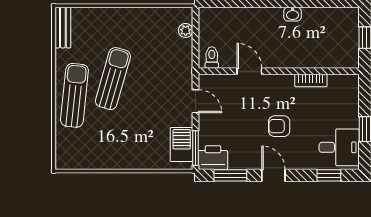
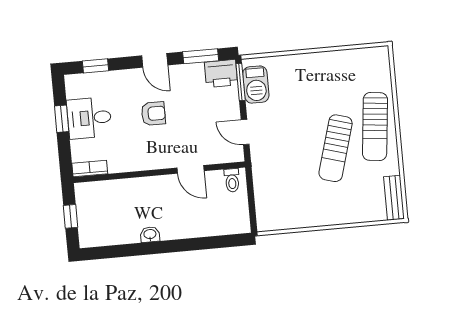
plant: (186, 31) -> (263, 207), removed
bookcase: (311, 80) -> (90, 169), moved
desk: (339, 147) -> (89, 118), moved

